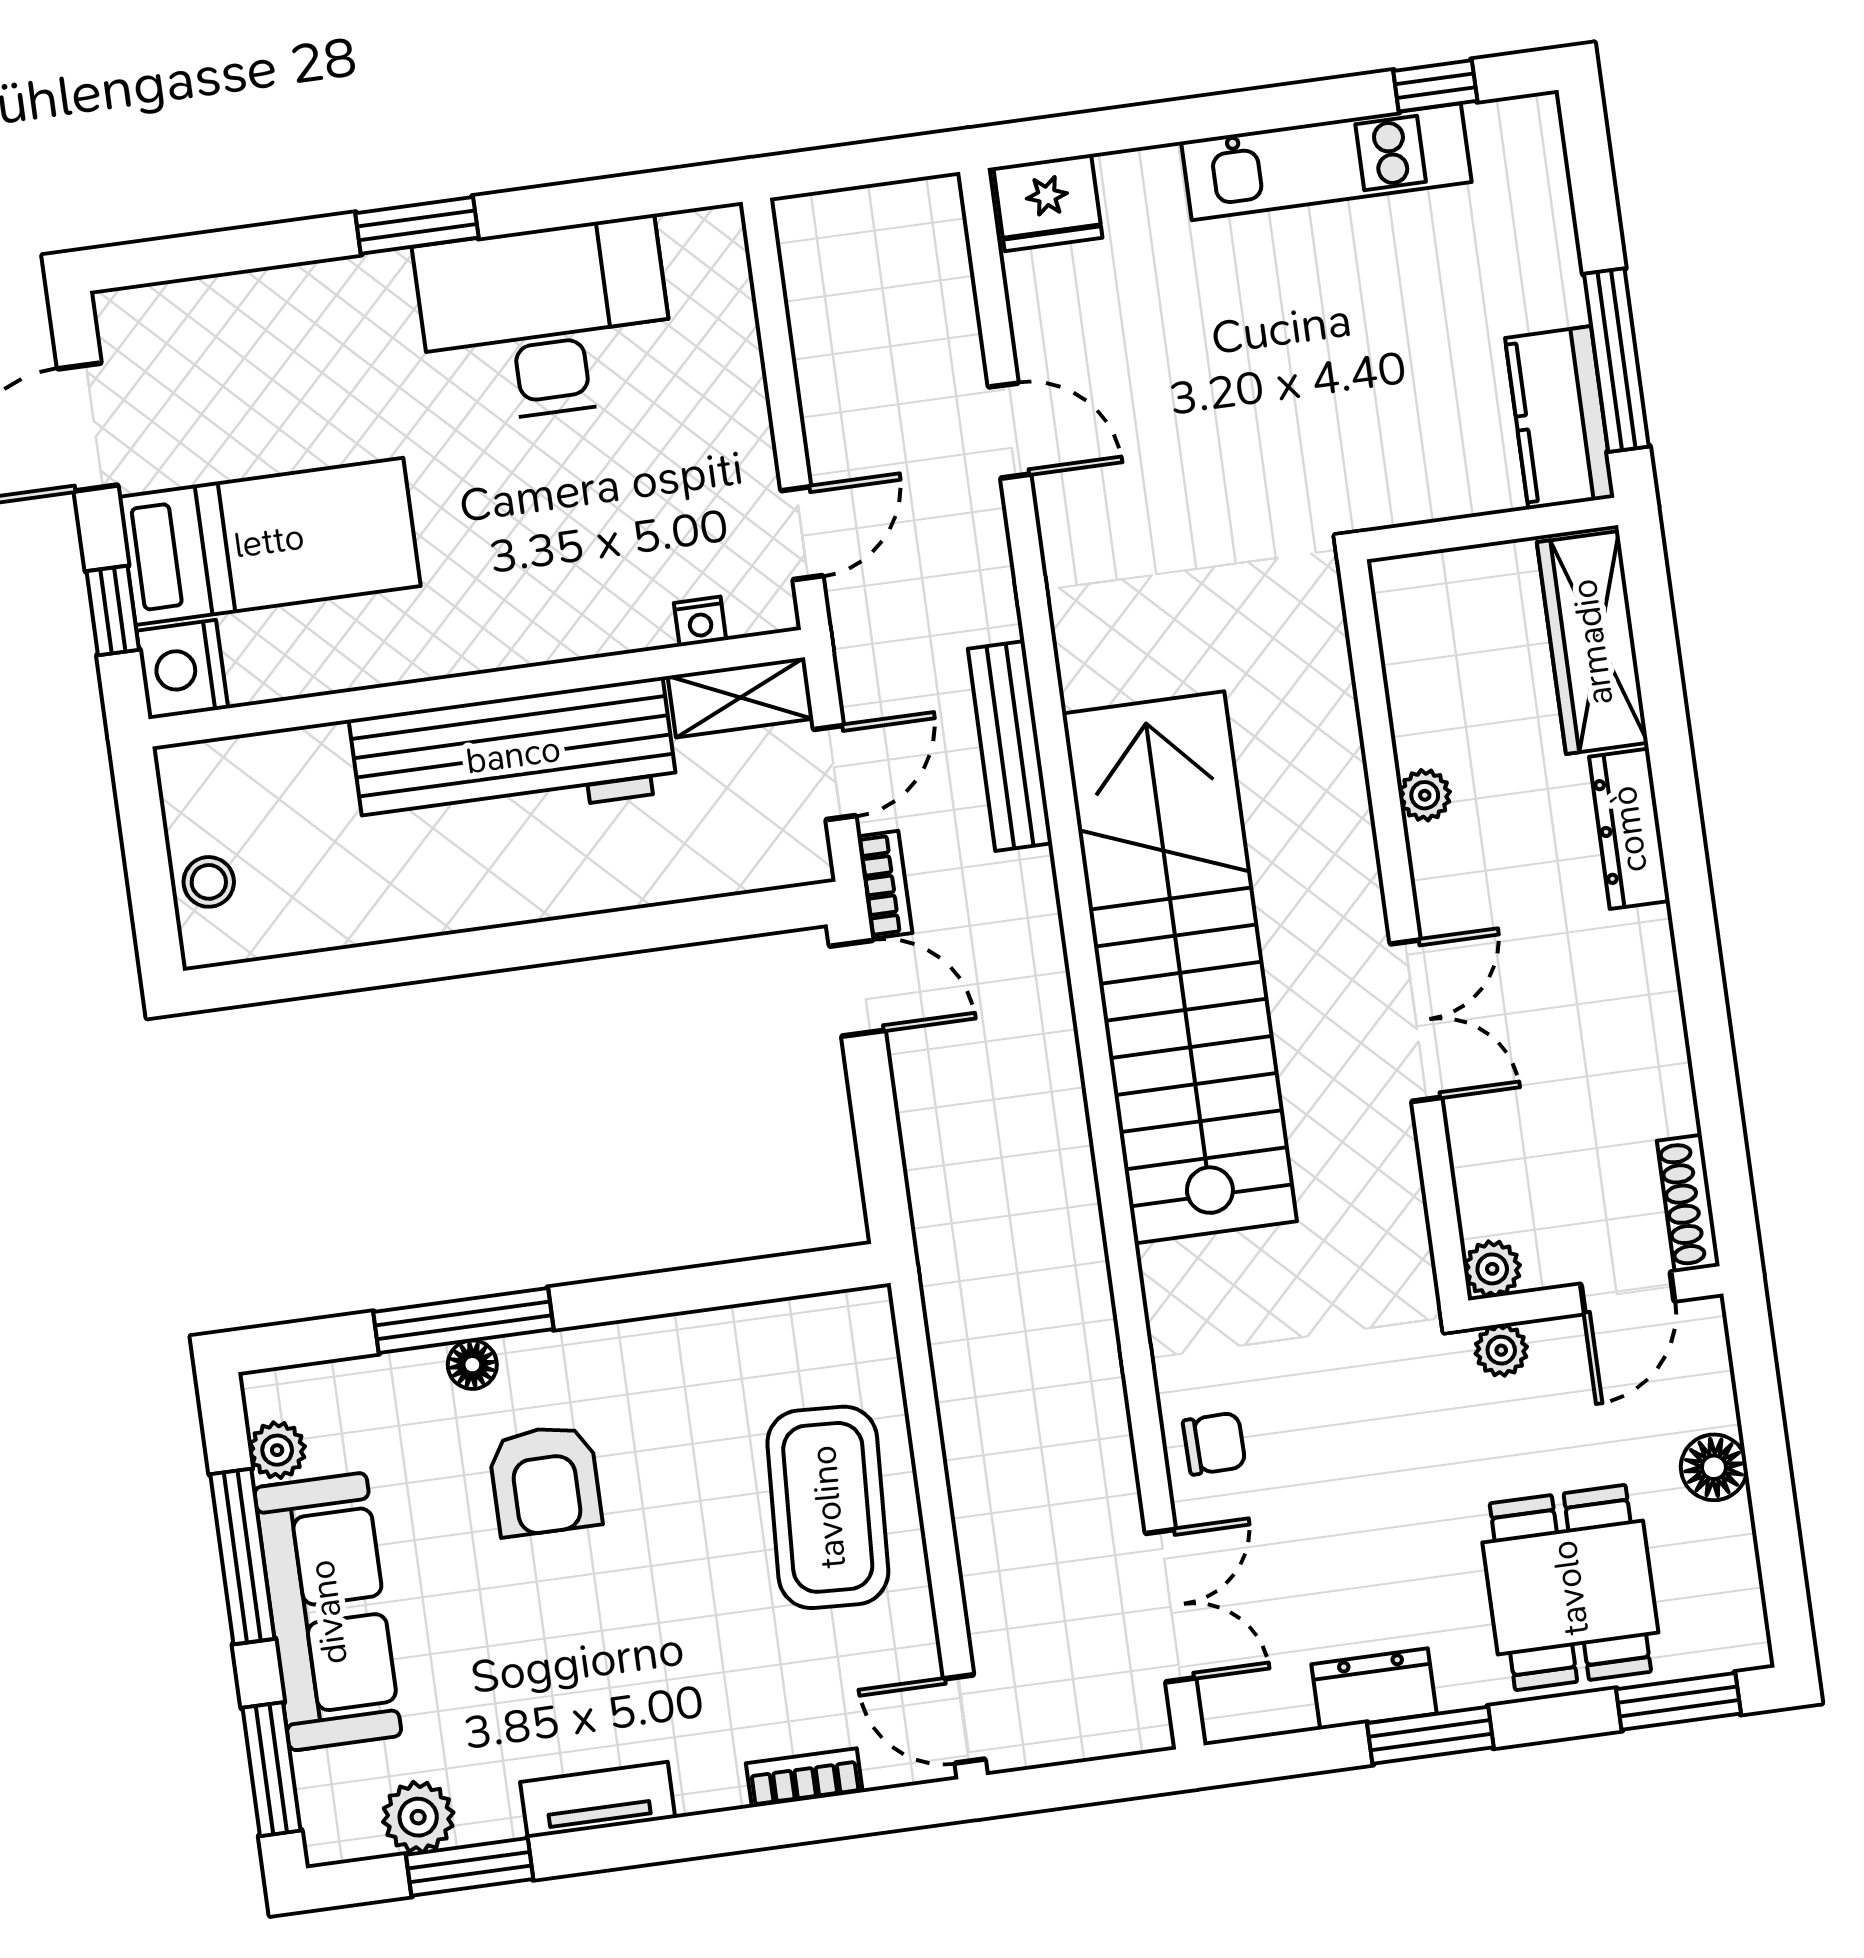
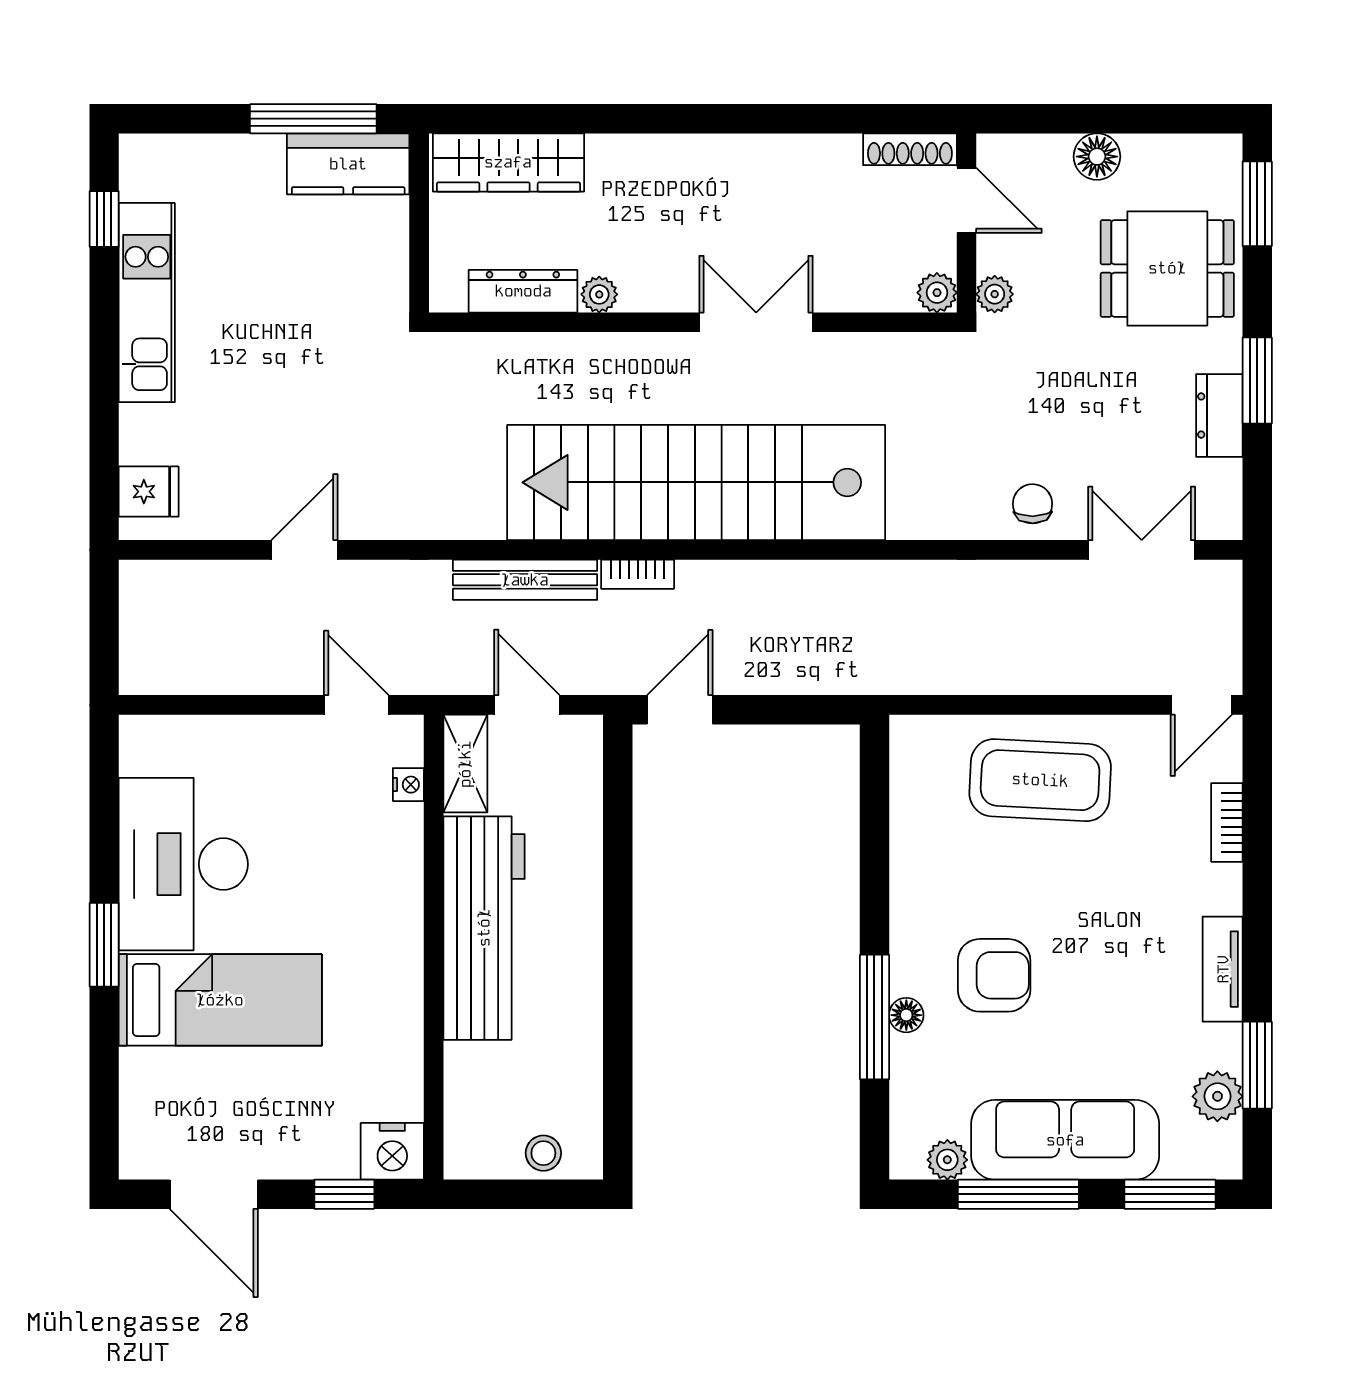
fridge: (1048, 203) -> (149, 492), width x0.72
bed: (269, 541) -> (220, 1000), moved, turned 90
dresser: (1629, 829) -> (523, 291), moved, turned 180
bookcase: (885, 885) -> (638, 574), moved, turned 180

